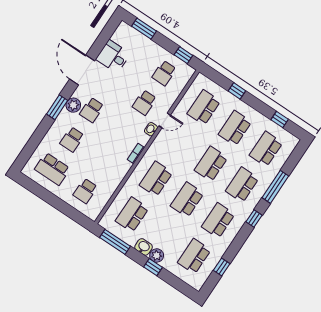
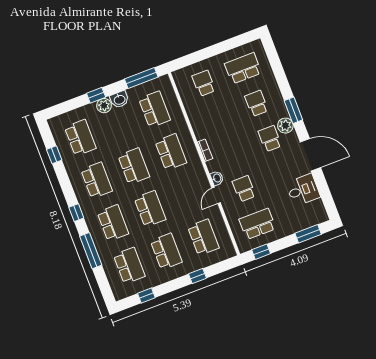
school desk: (164, 73) -> (257, 224), width x1.85

